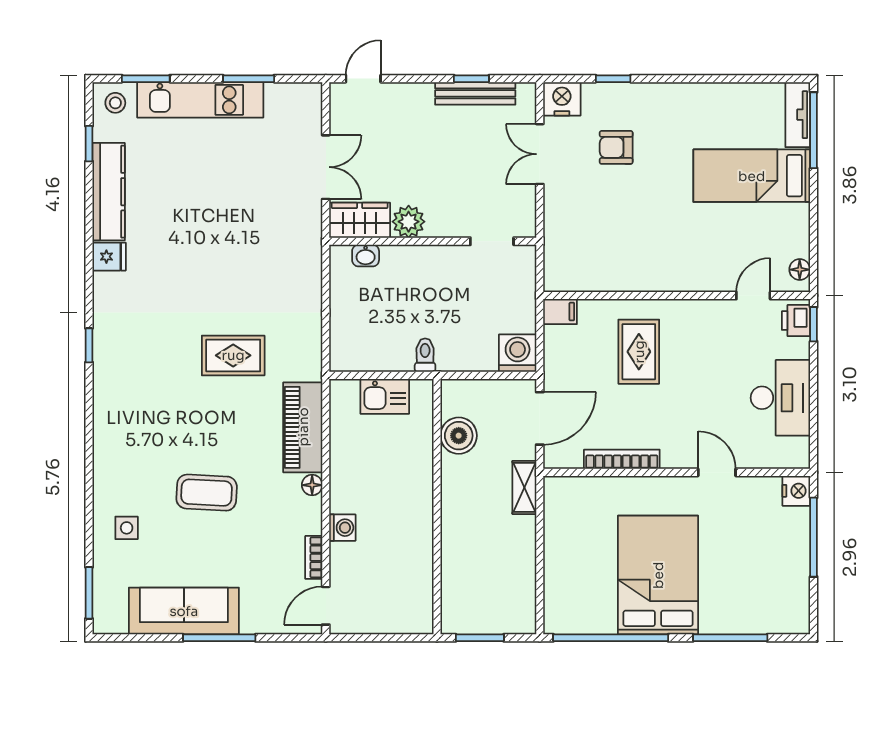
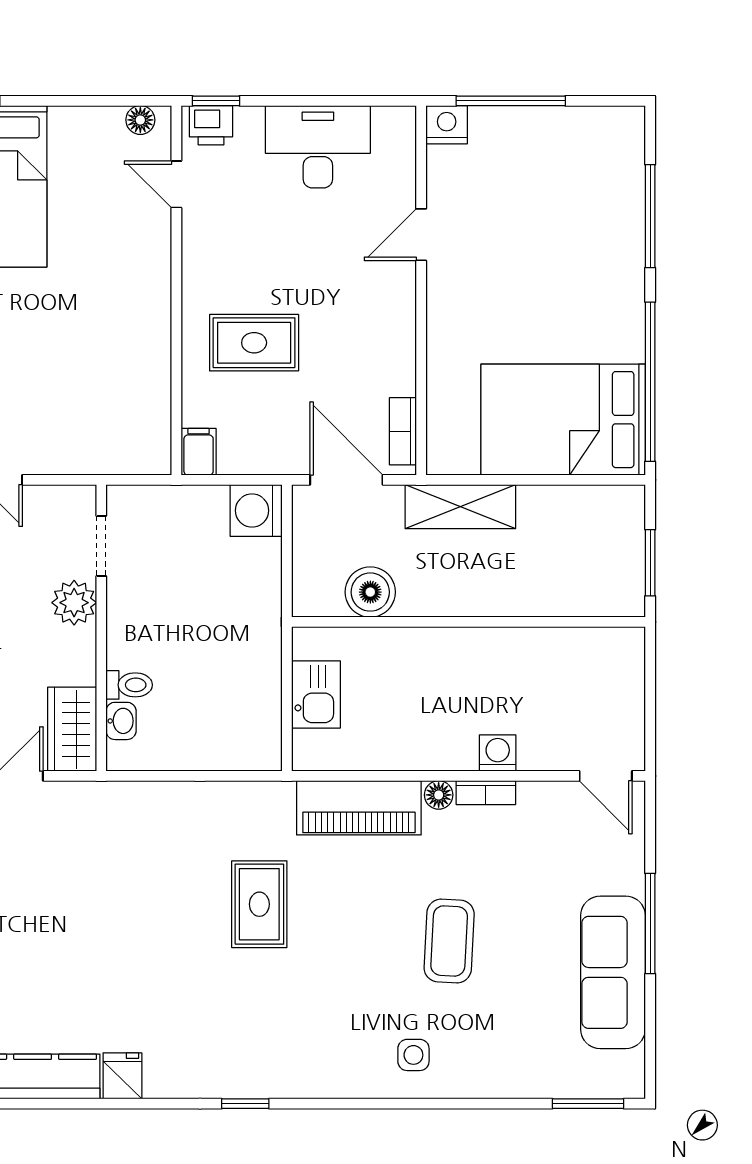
plant: (409, 222) -> (74, 603), moved
toilet: (425, 355) -> (129, 685), moved, turned 180
bookcase: (622, 459) -> (403, 431), moved, width x0.64
shelving: (524, 487) -> (460, 507), width x1.50, depth x1.33
side table: (127, 528) -> (413, 1055), moved
bookcase: (314, 557) -> (486, 793), moved
bed: (658, 575) -> (563, 420), moved

